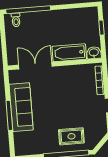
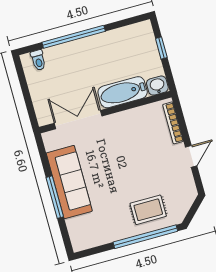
window: (28, 10) -> (74, 37), moved

